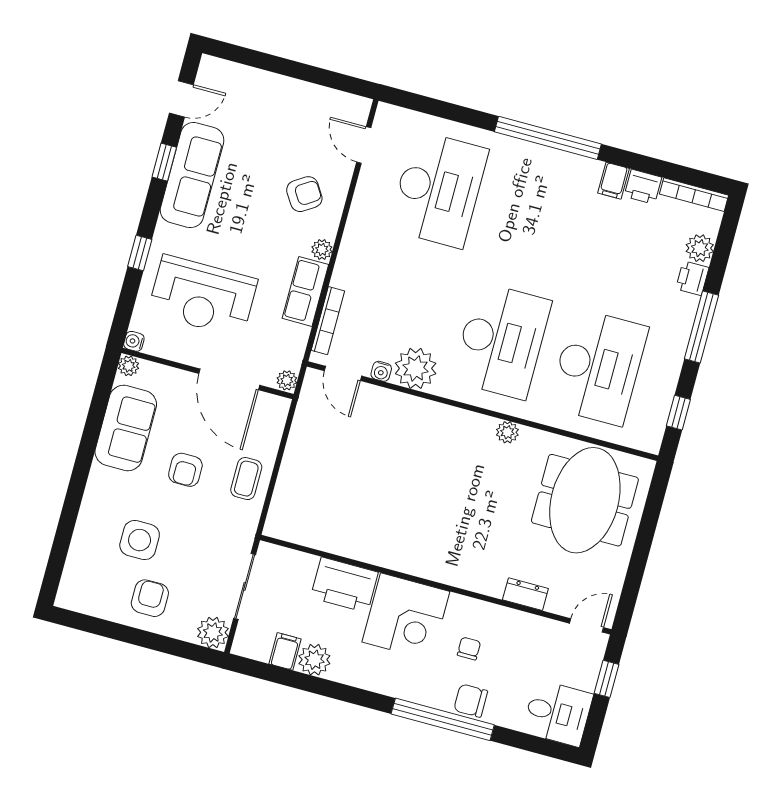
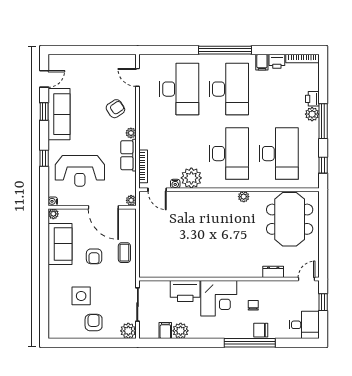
desk: (535, 215) -> (229, 89), added
plant: (700, 248) -> (312, 114), moved

